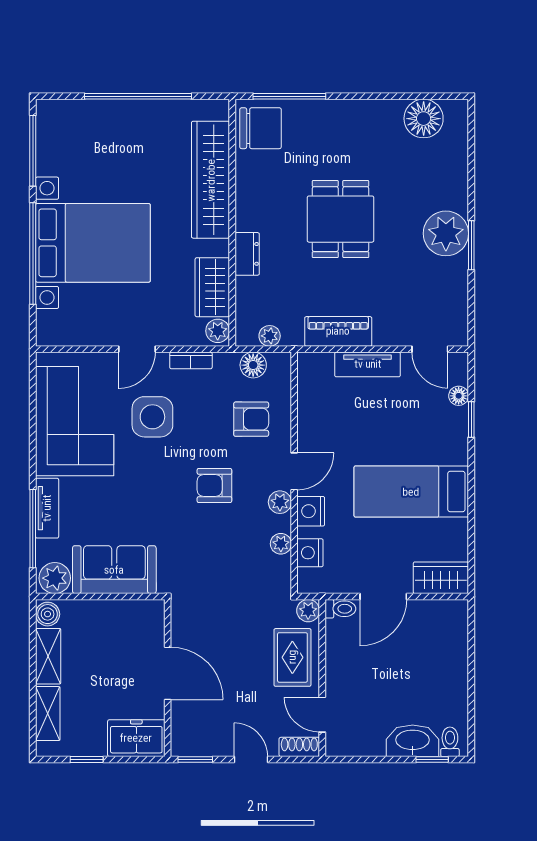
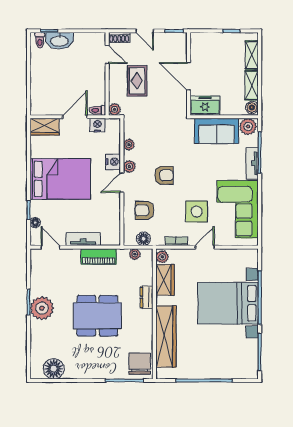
chair: (260, 128) -> (140, 364), turned 90
dining table: (341, 219) -> (97, 316), width x1.38
bed: (411, 492) -> (60, 179), width x1.50
nightstand: (310, 553) -> (97, 125), moved, turned -90
rug: (292, 657) -> (137, 81), moved
freezer: (136, 738) -> (205, 105), moved, turned 180

